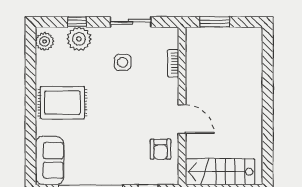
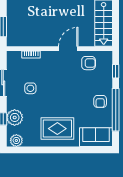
rug: (62, 103) -> (57, 129), turned 90
armchair: (103, 167) -> (100, 101), added

